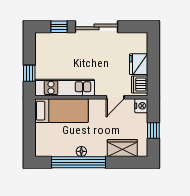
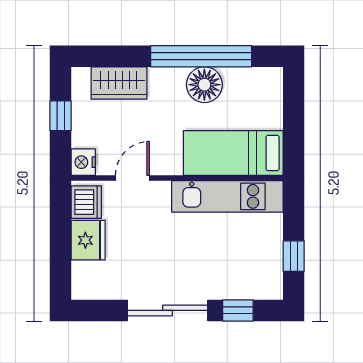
window: (29, 73) -> (294, 256), moved
floor lamp: (81, 151) -> (204, 85), width x1.89, depth x1.89

